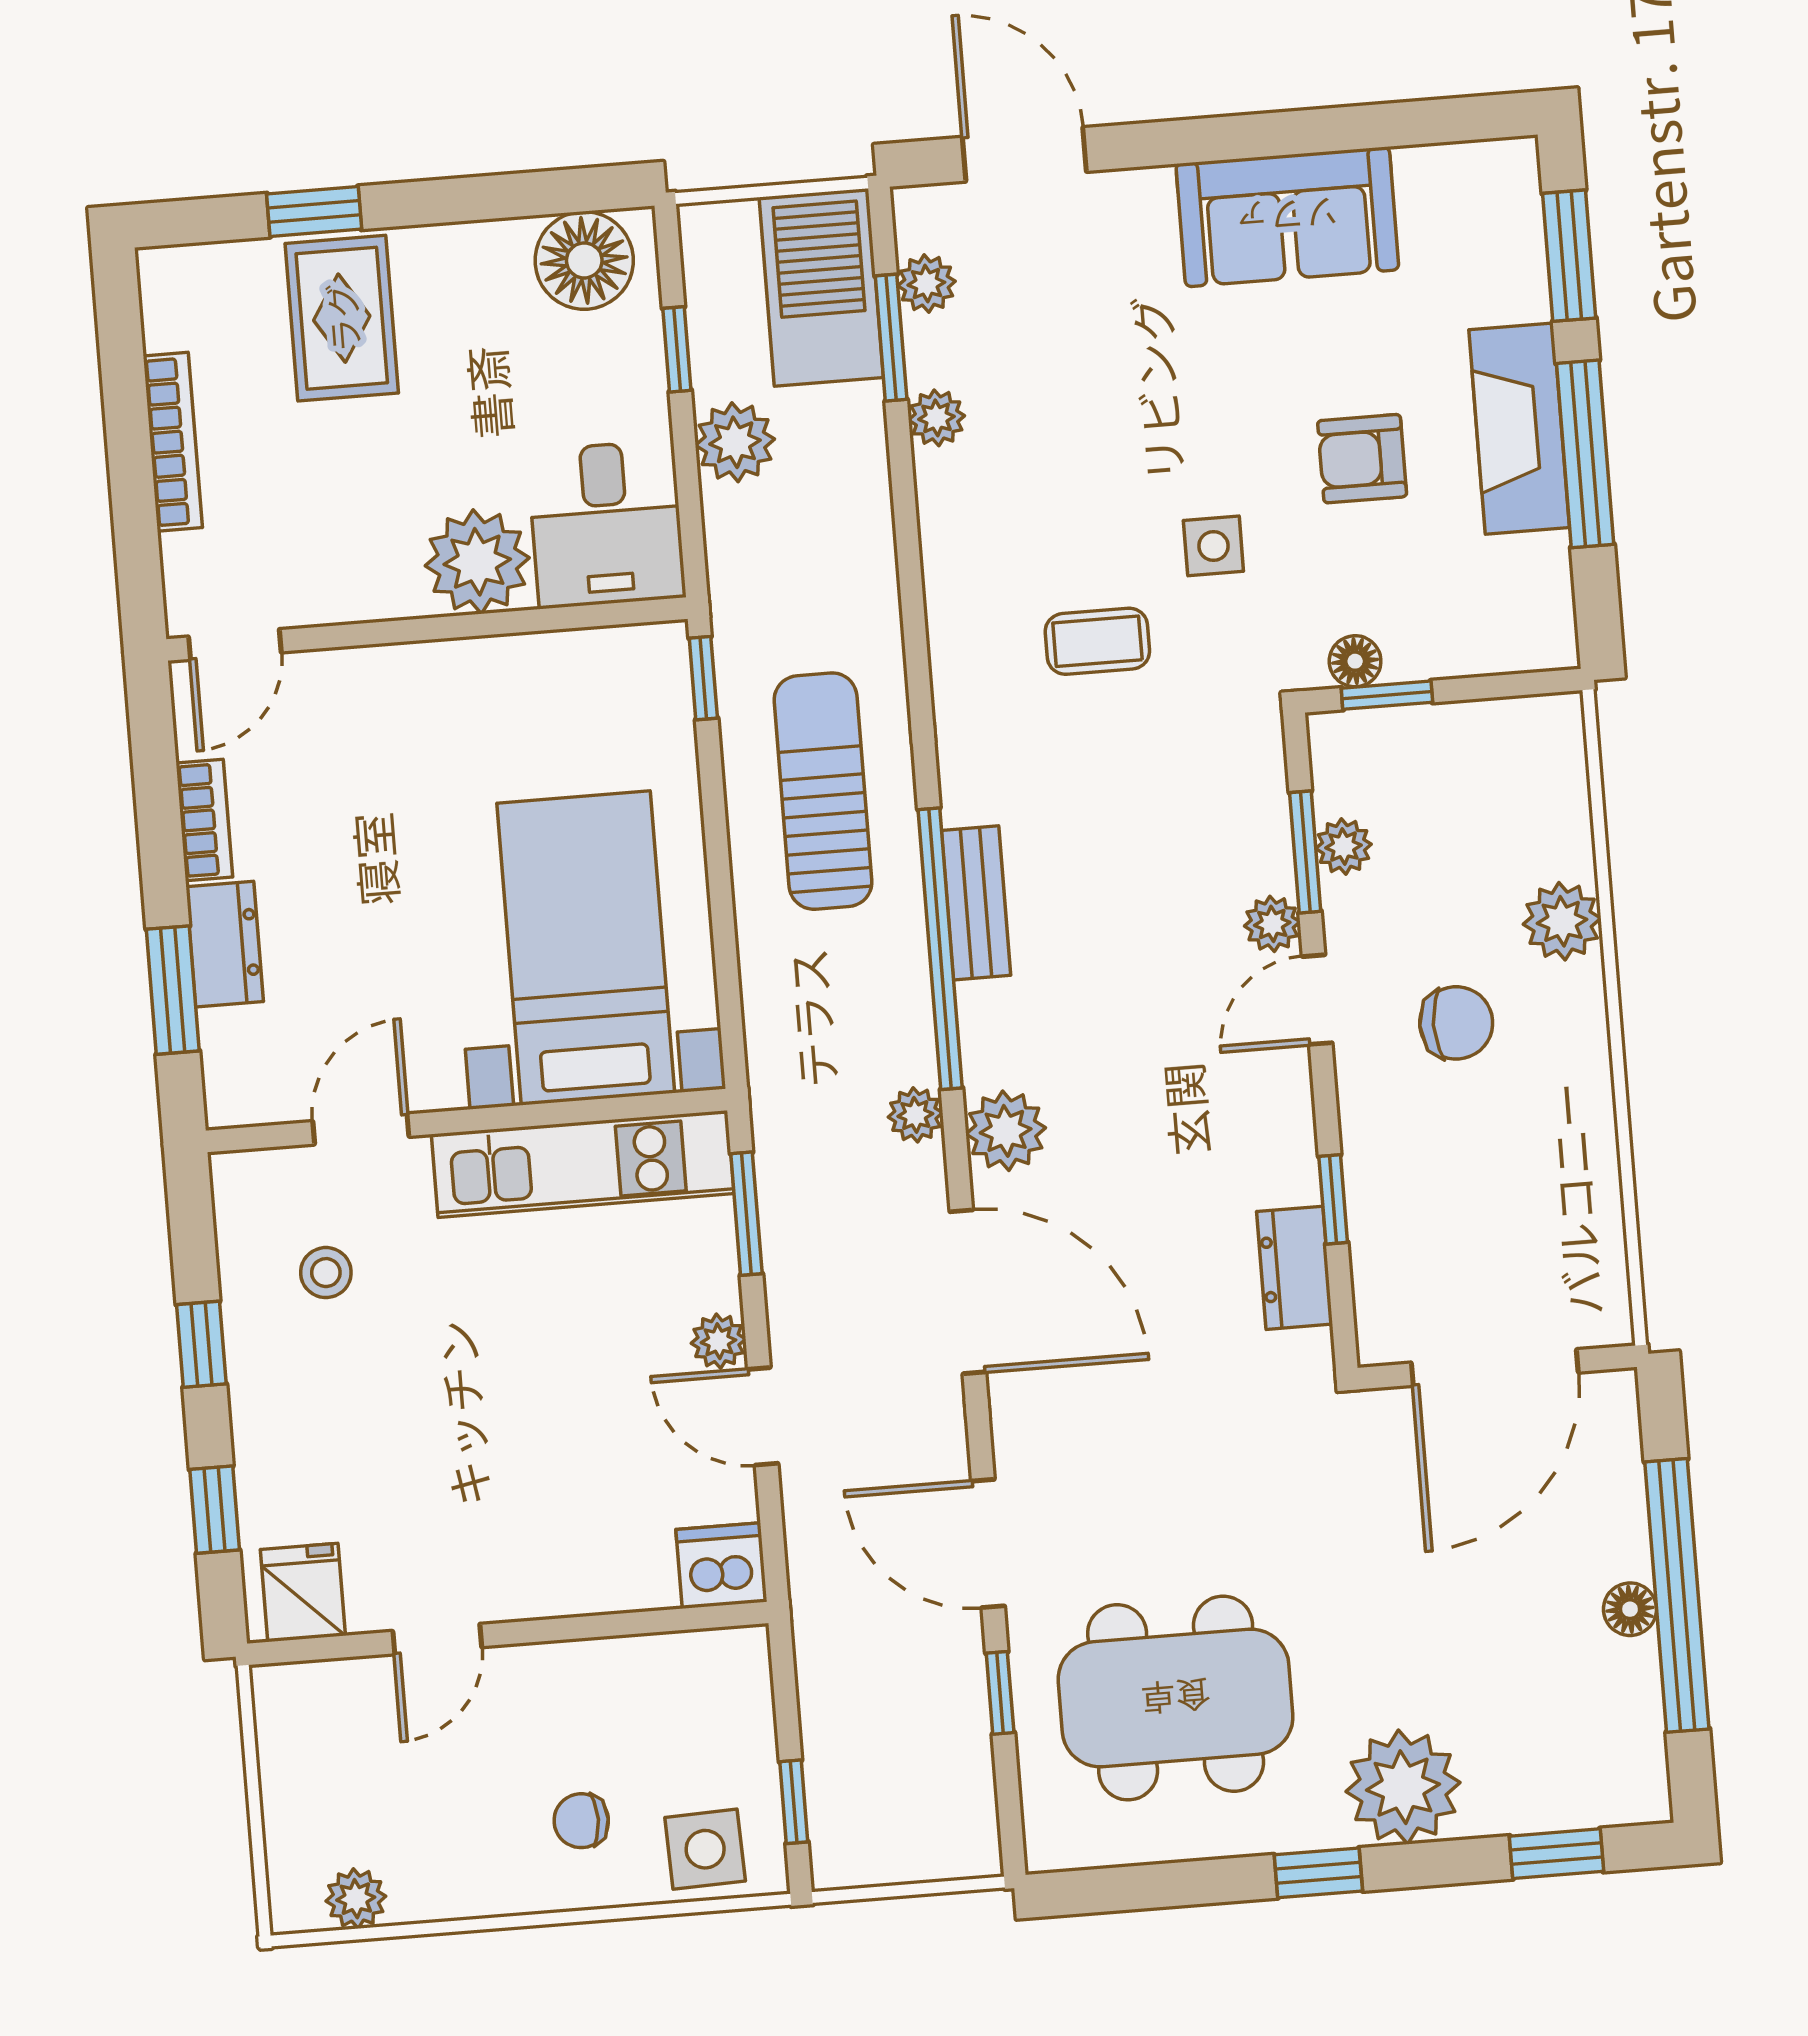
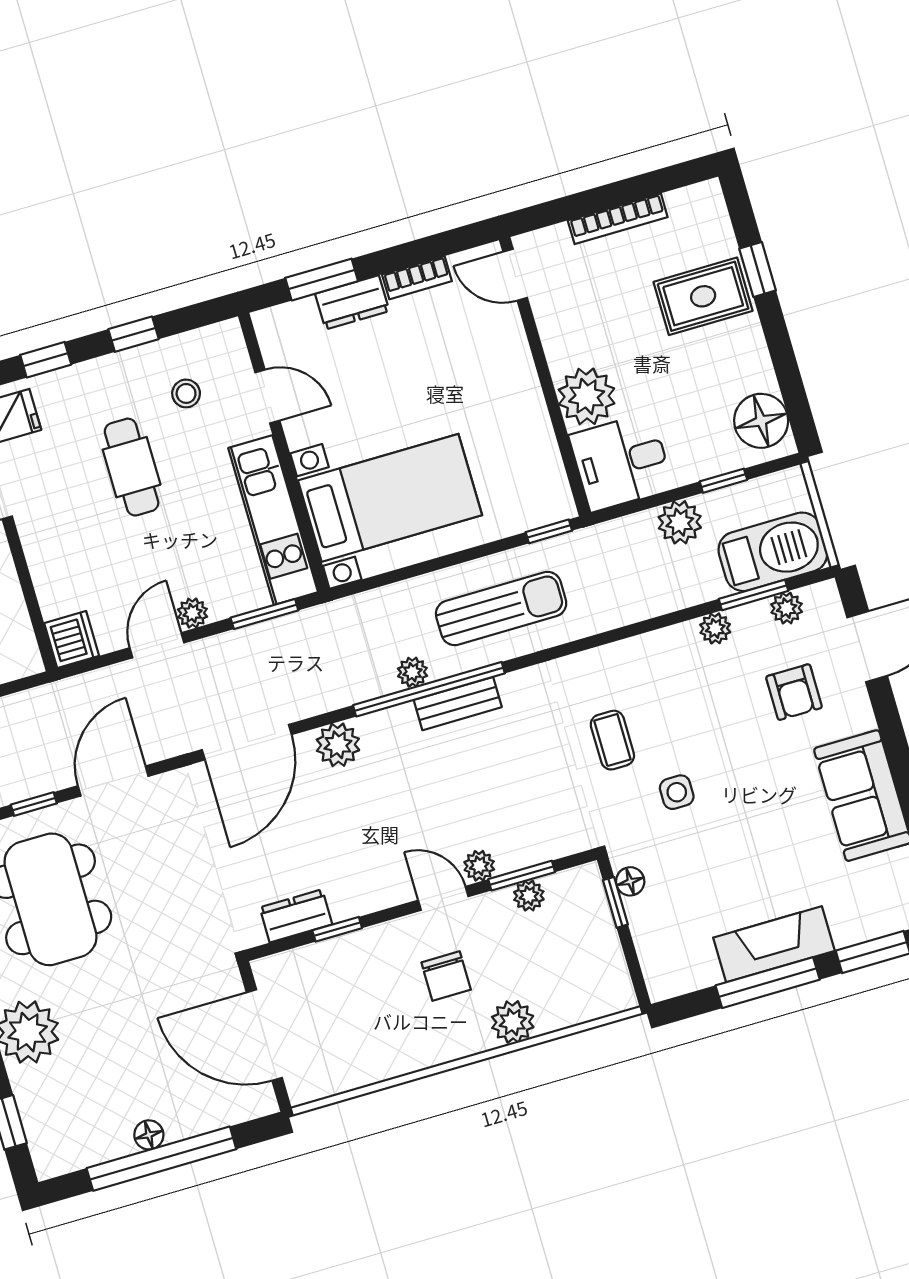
armchair: (1362, 459) -> (794, 692), moved, turned 180
plant: (915, 1115) -> (412, 672), moved
cafe table: (437, 1396) -> (132, 467), added

